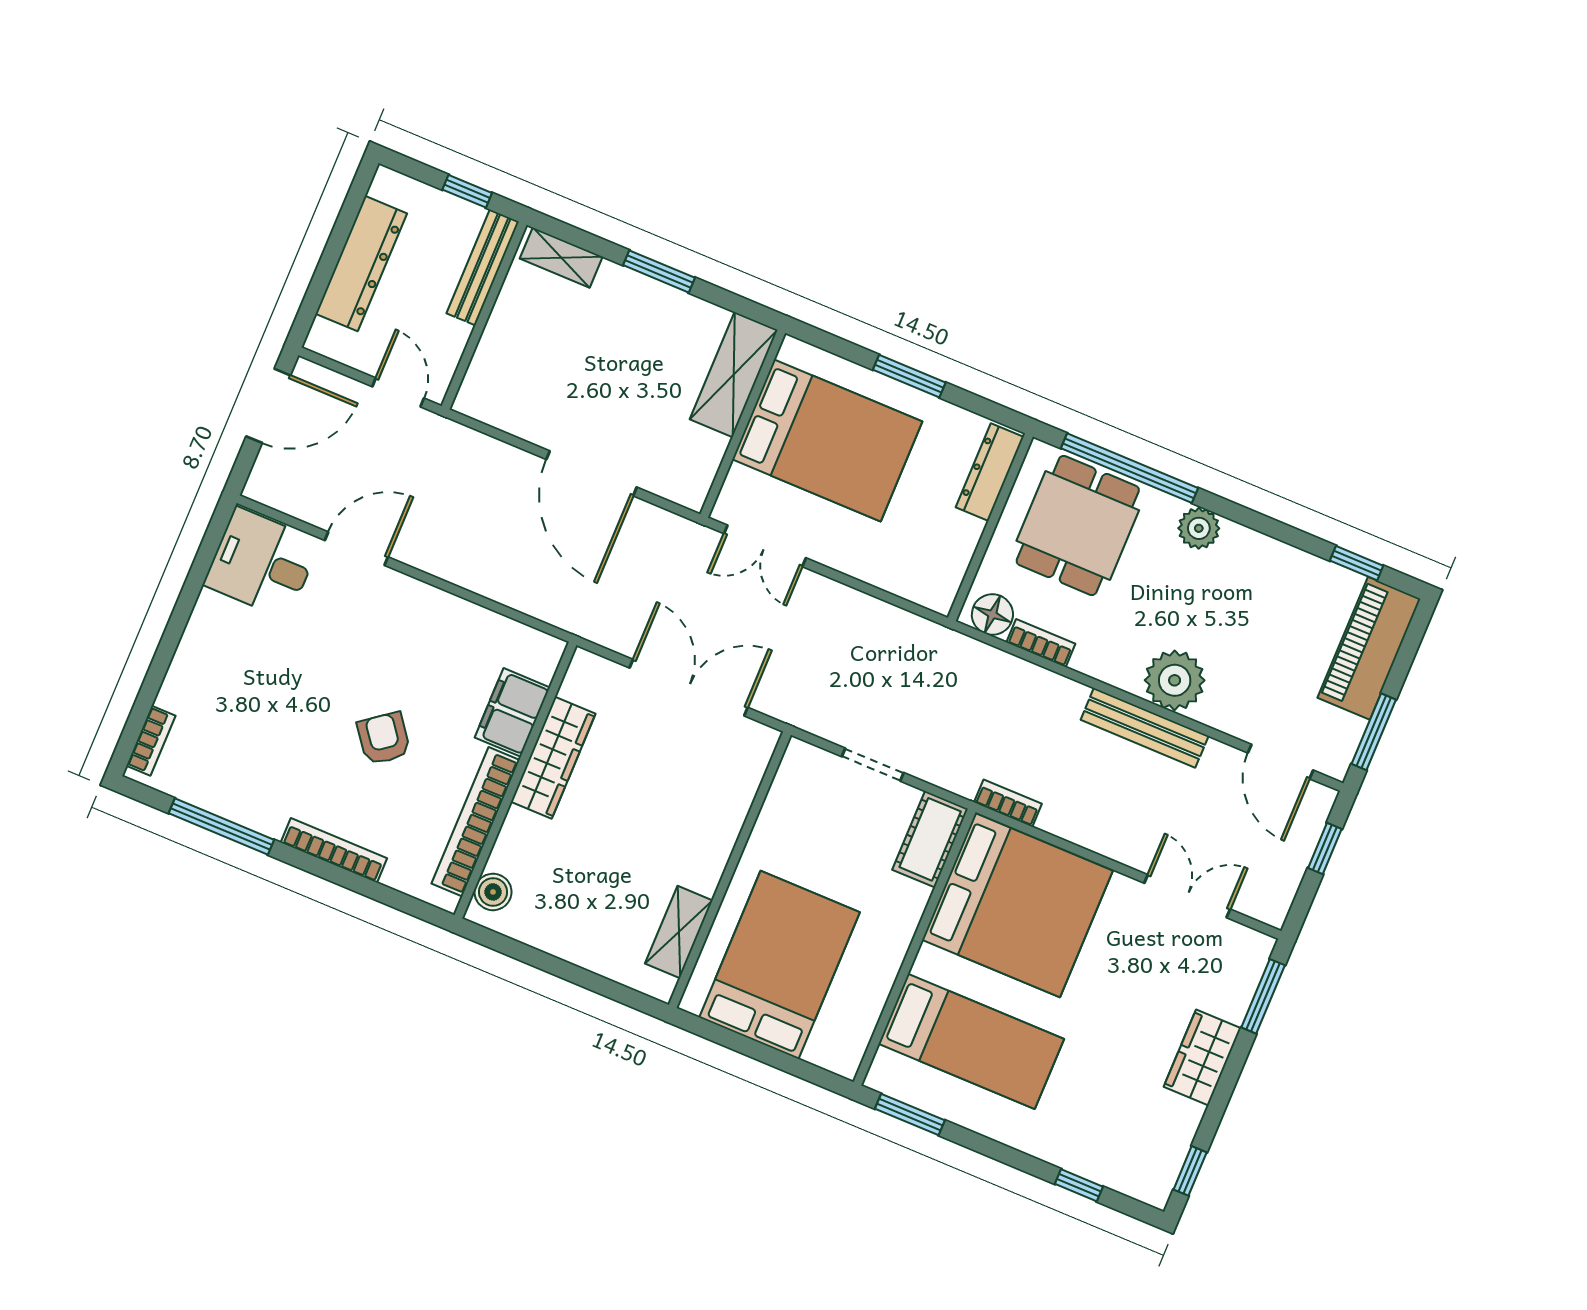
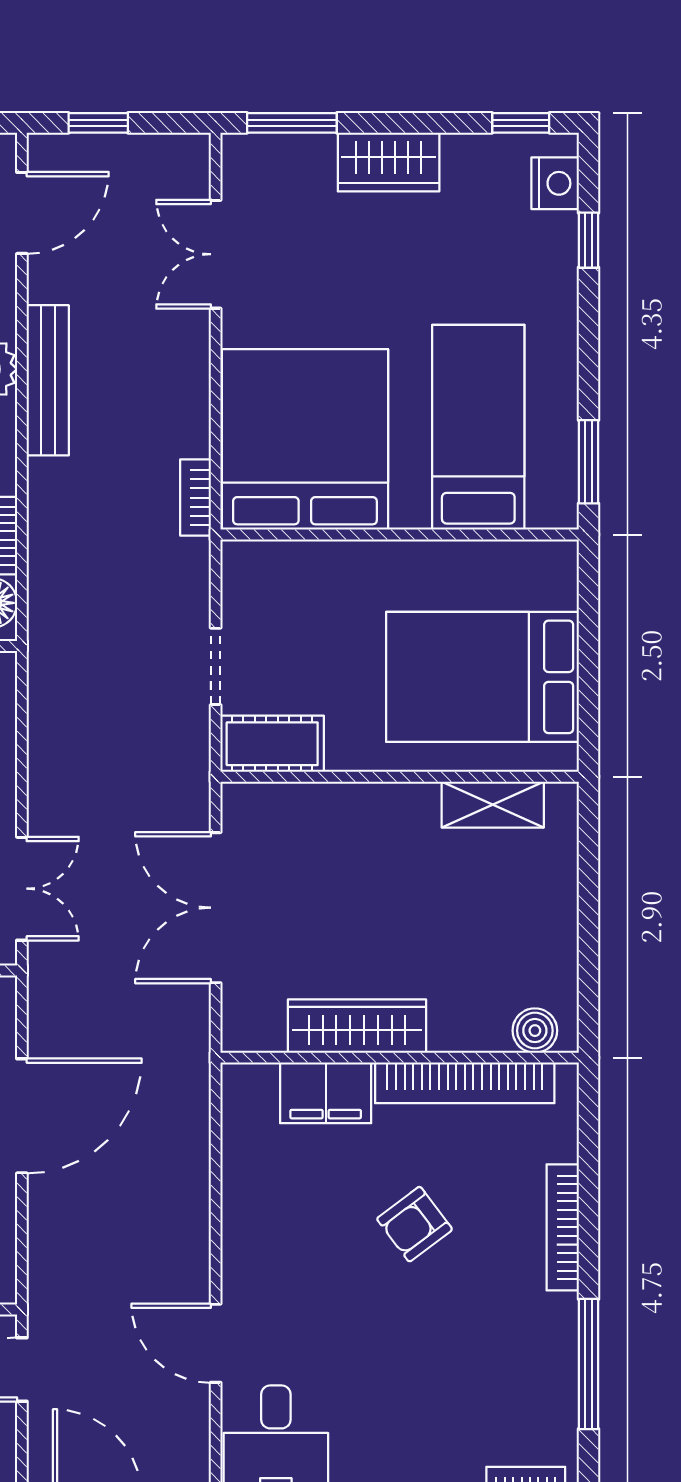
cot: (930, 839) -> (272, 744), moved
nightstand: (1133, 1178) -> (555, 183), added

